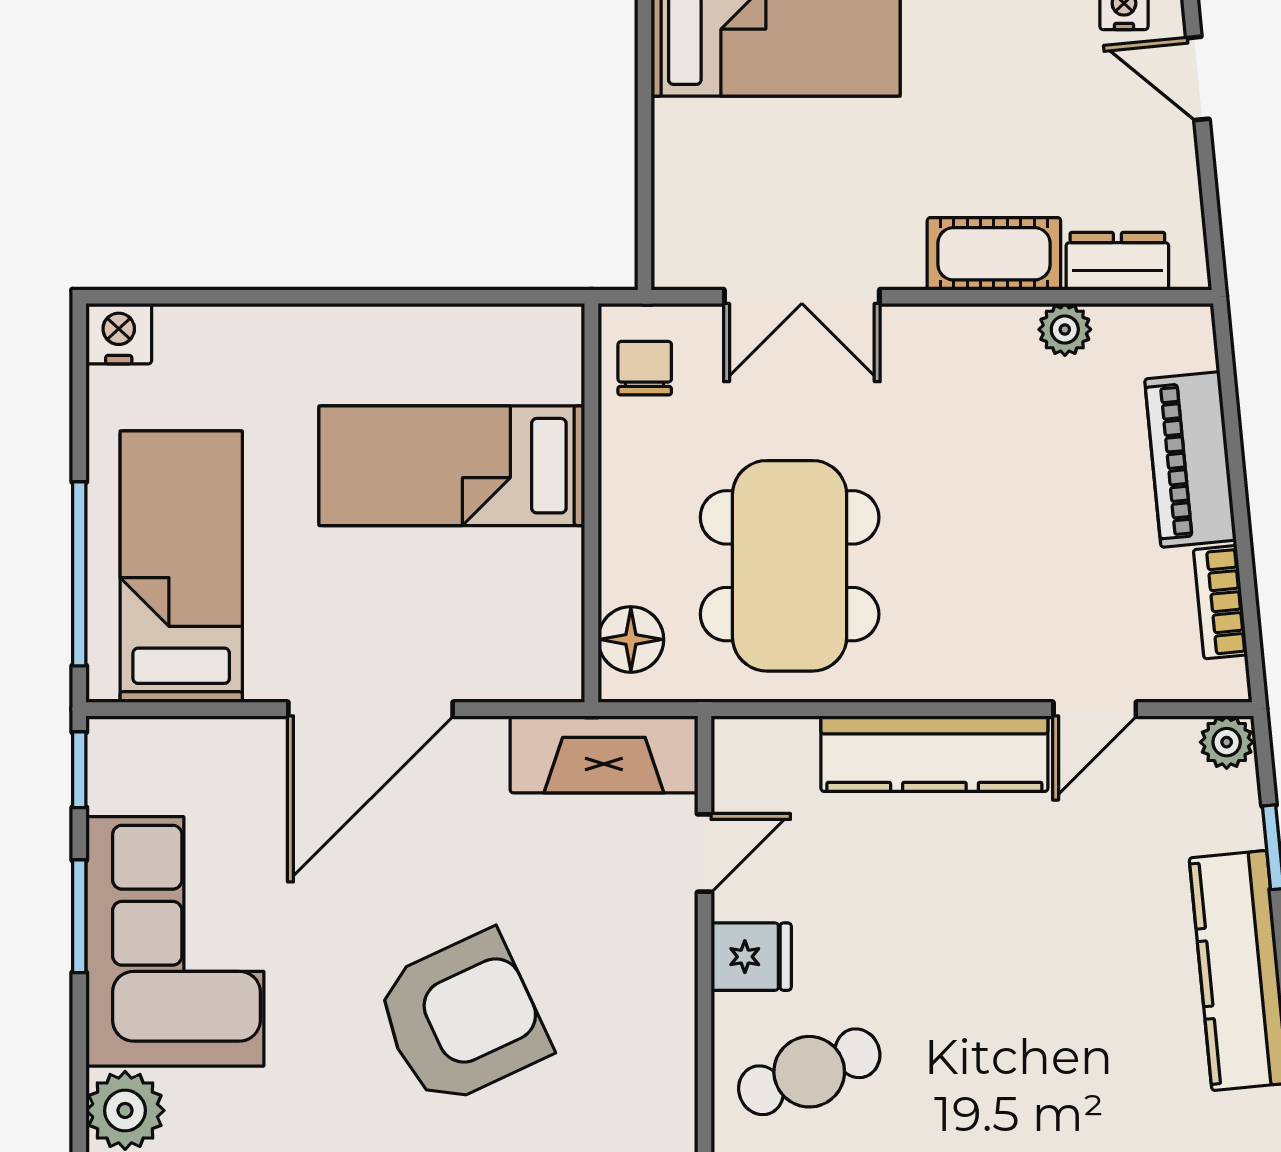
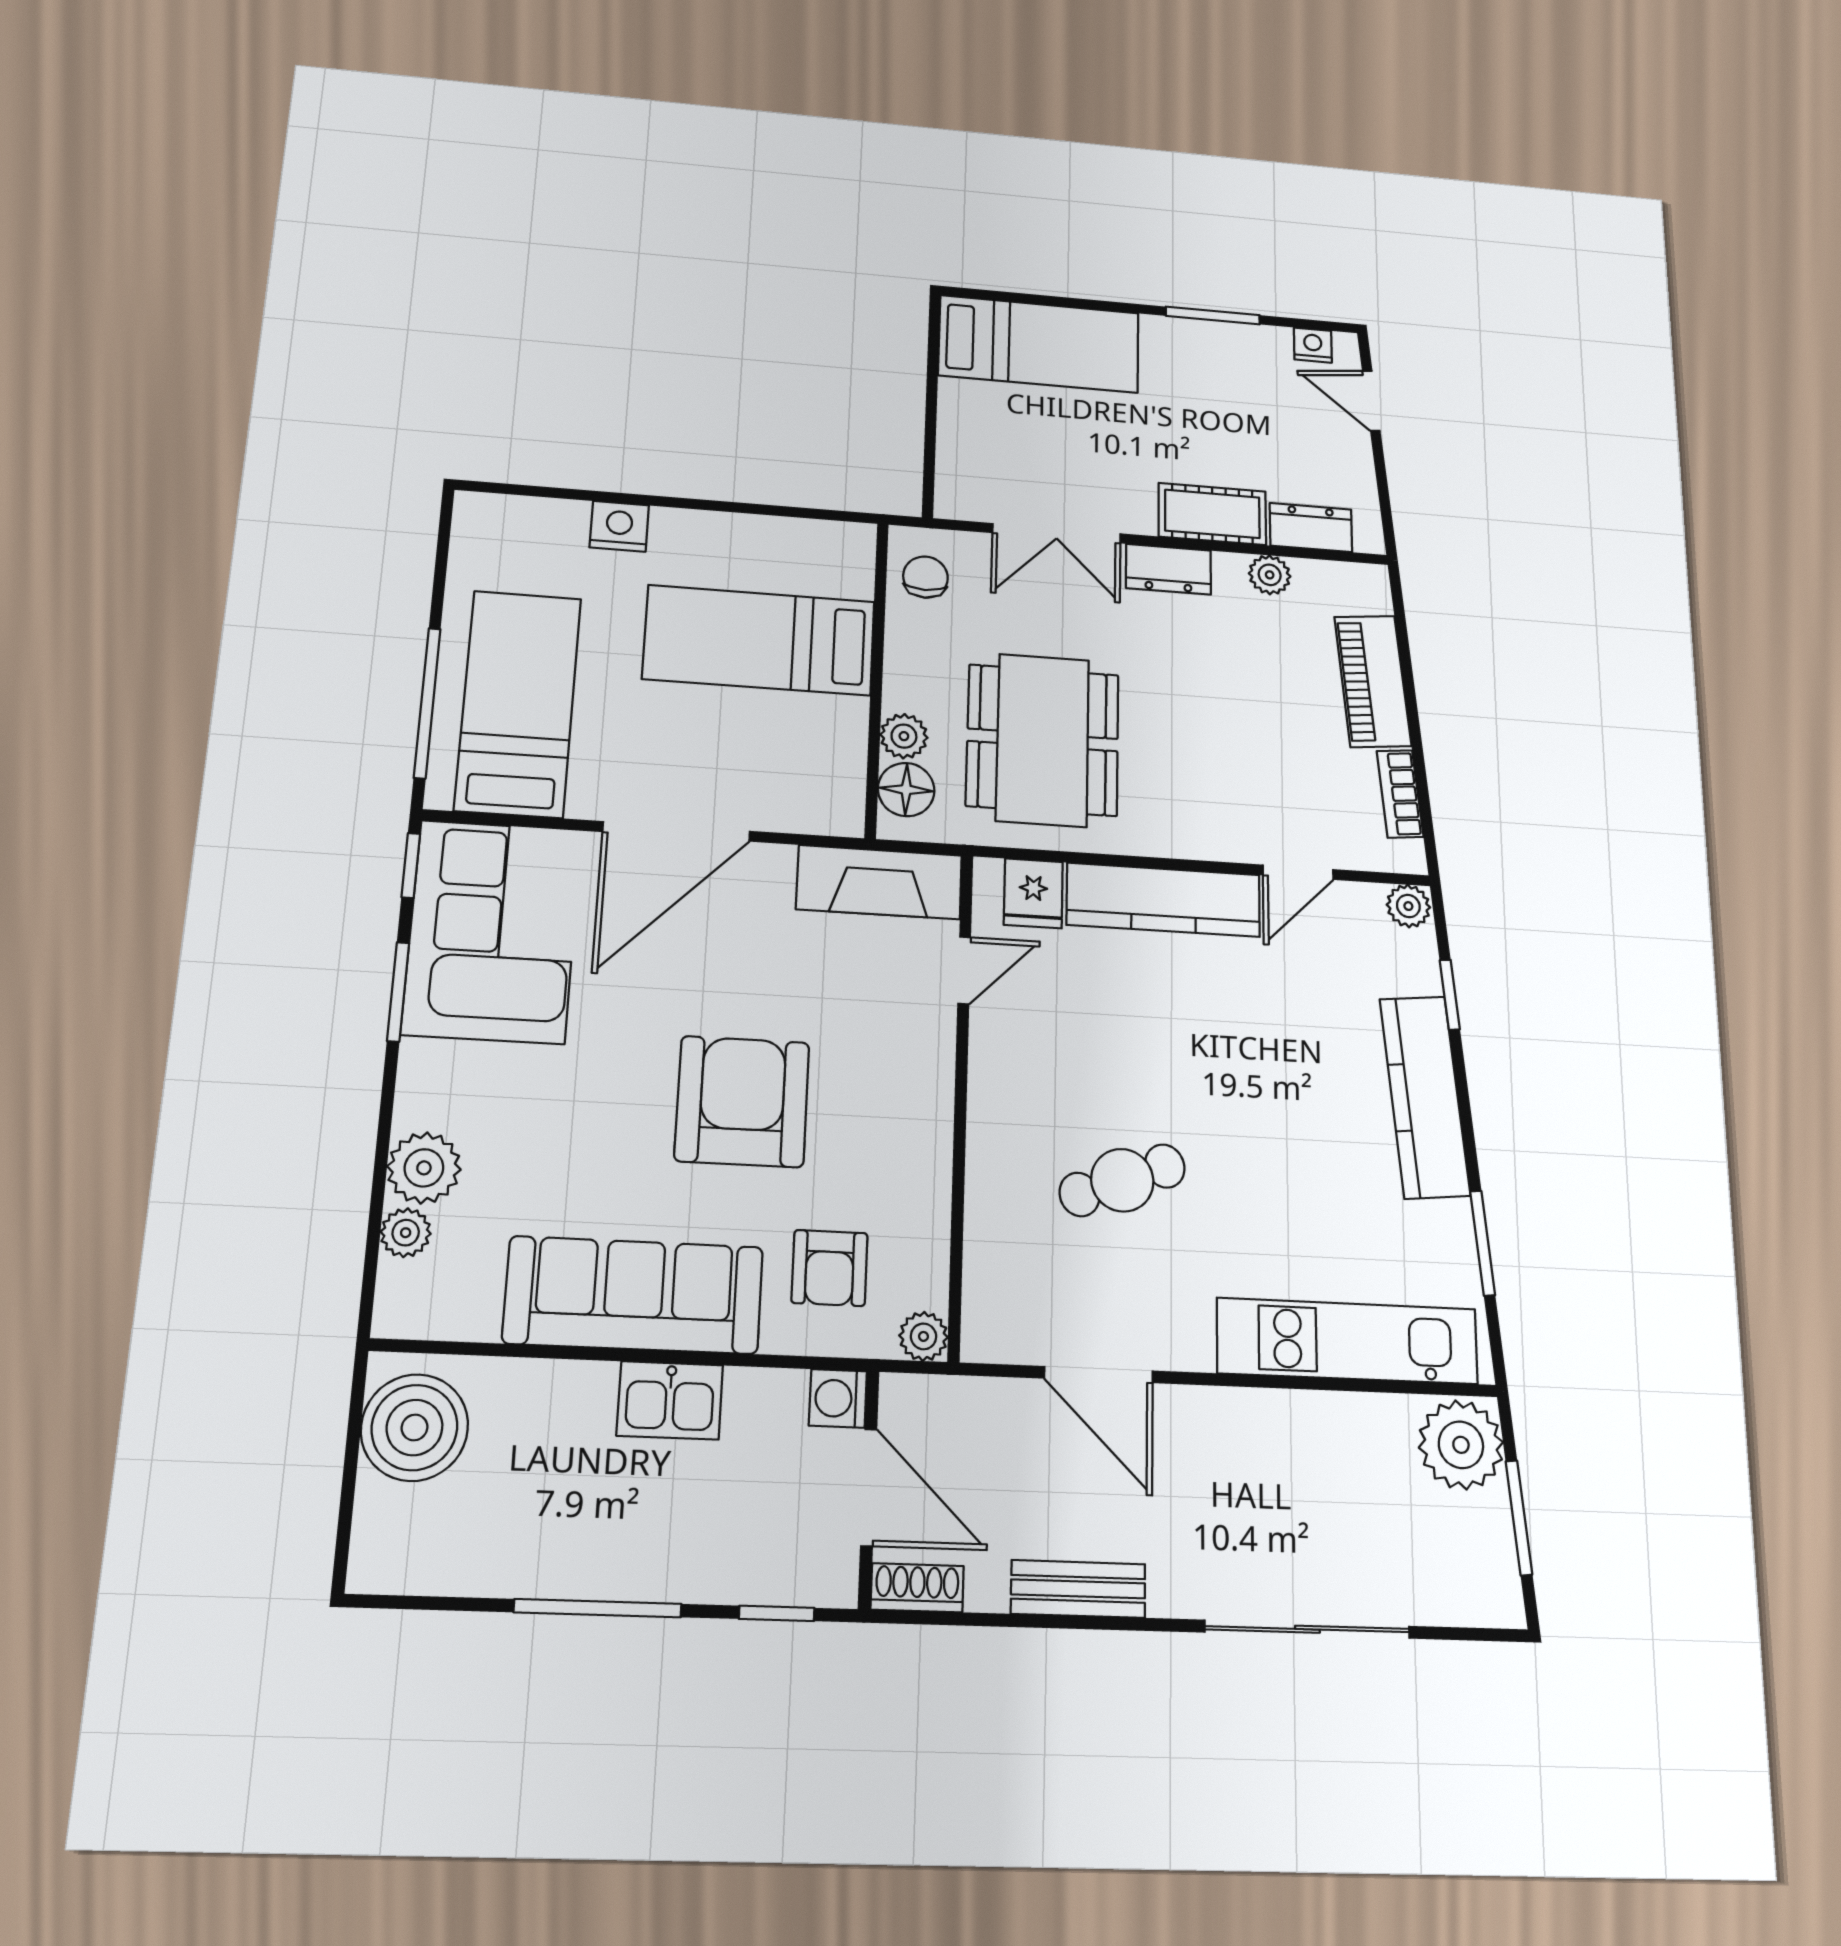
dresser: (940, 333) -> (1168, 569), added
nightstand: (119, 334) -> (619, 526), moved
plant: (626, 573) -> (904, 736), added
corner sofa: (175, 941) -> (492, 931), moved
fridge: (751, 957) -> (1033, 893), moved, turned 90
armchair: (462, 1019) -> (742, 1101), turned -65
cafe table: (809, 1072) -> (1122, 1180), moved

